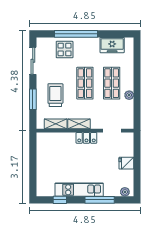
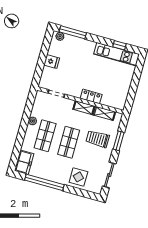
window: (76, 34) -> (44, 182), moved
freezer: (112, 45) -> (24, 162), moved, turned 90
trolley: (55, 95) -> (98, 139), turned 90
locker: (86, 138) -> (91, 96), moved
kitchen unit: (79, 190) -> (117, 54), moved
window: (100, 200) -> (73, 32), moved

